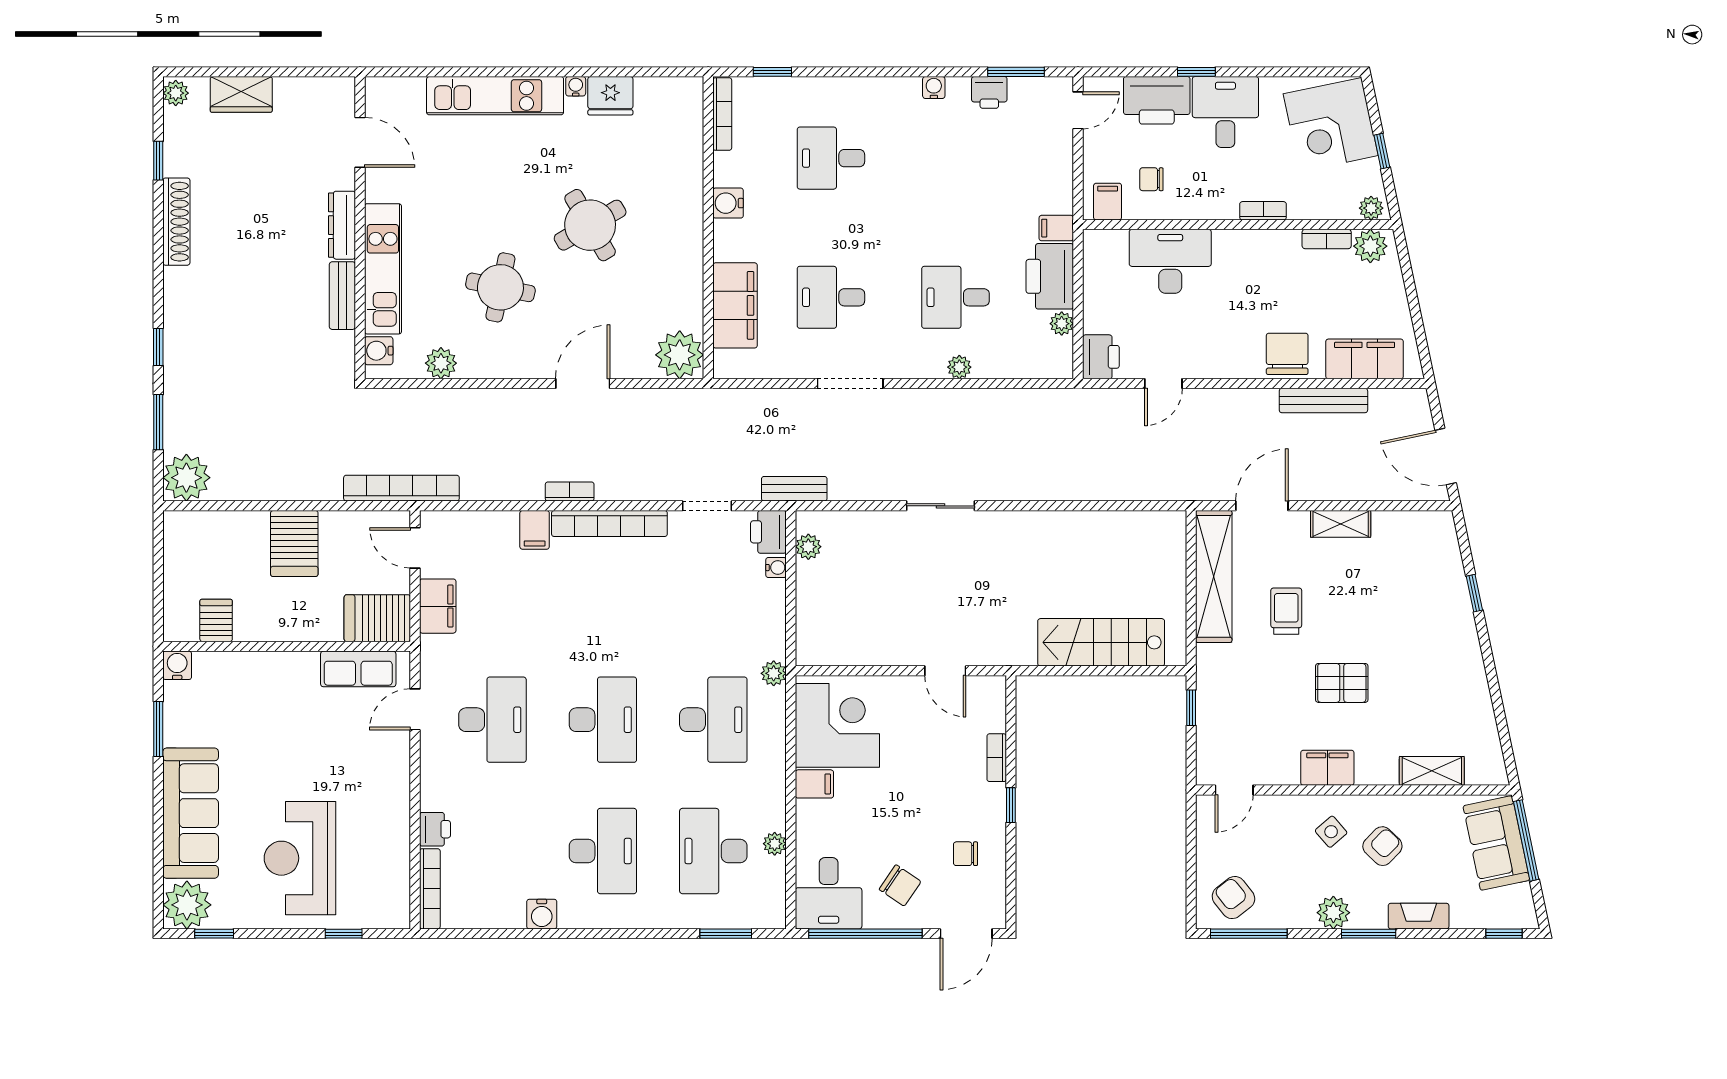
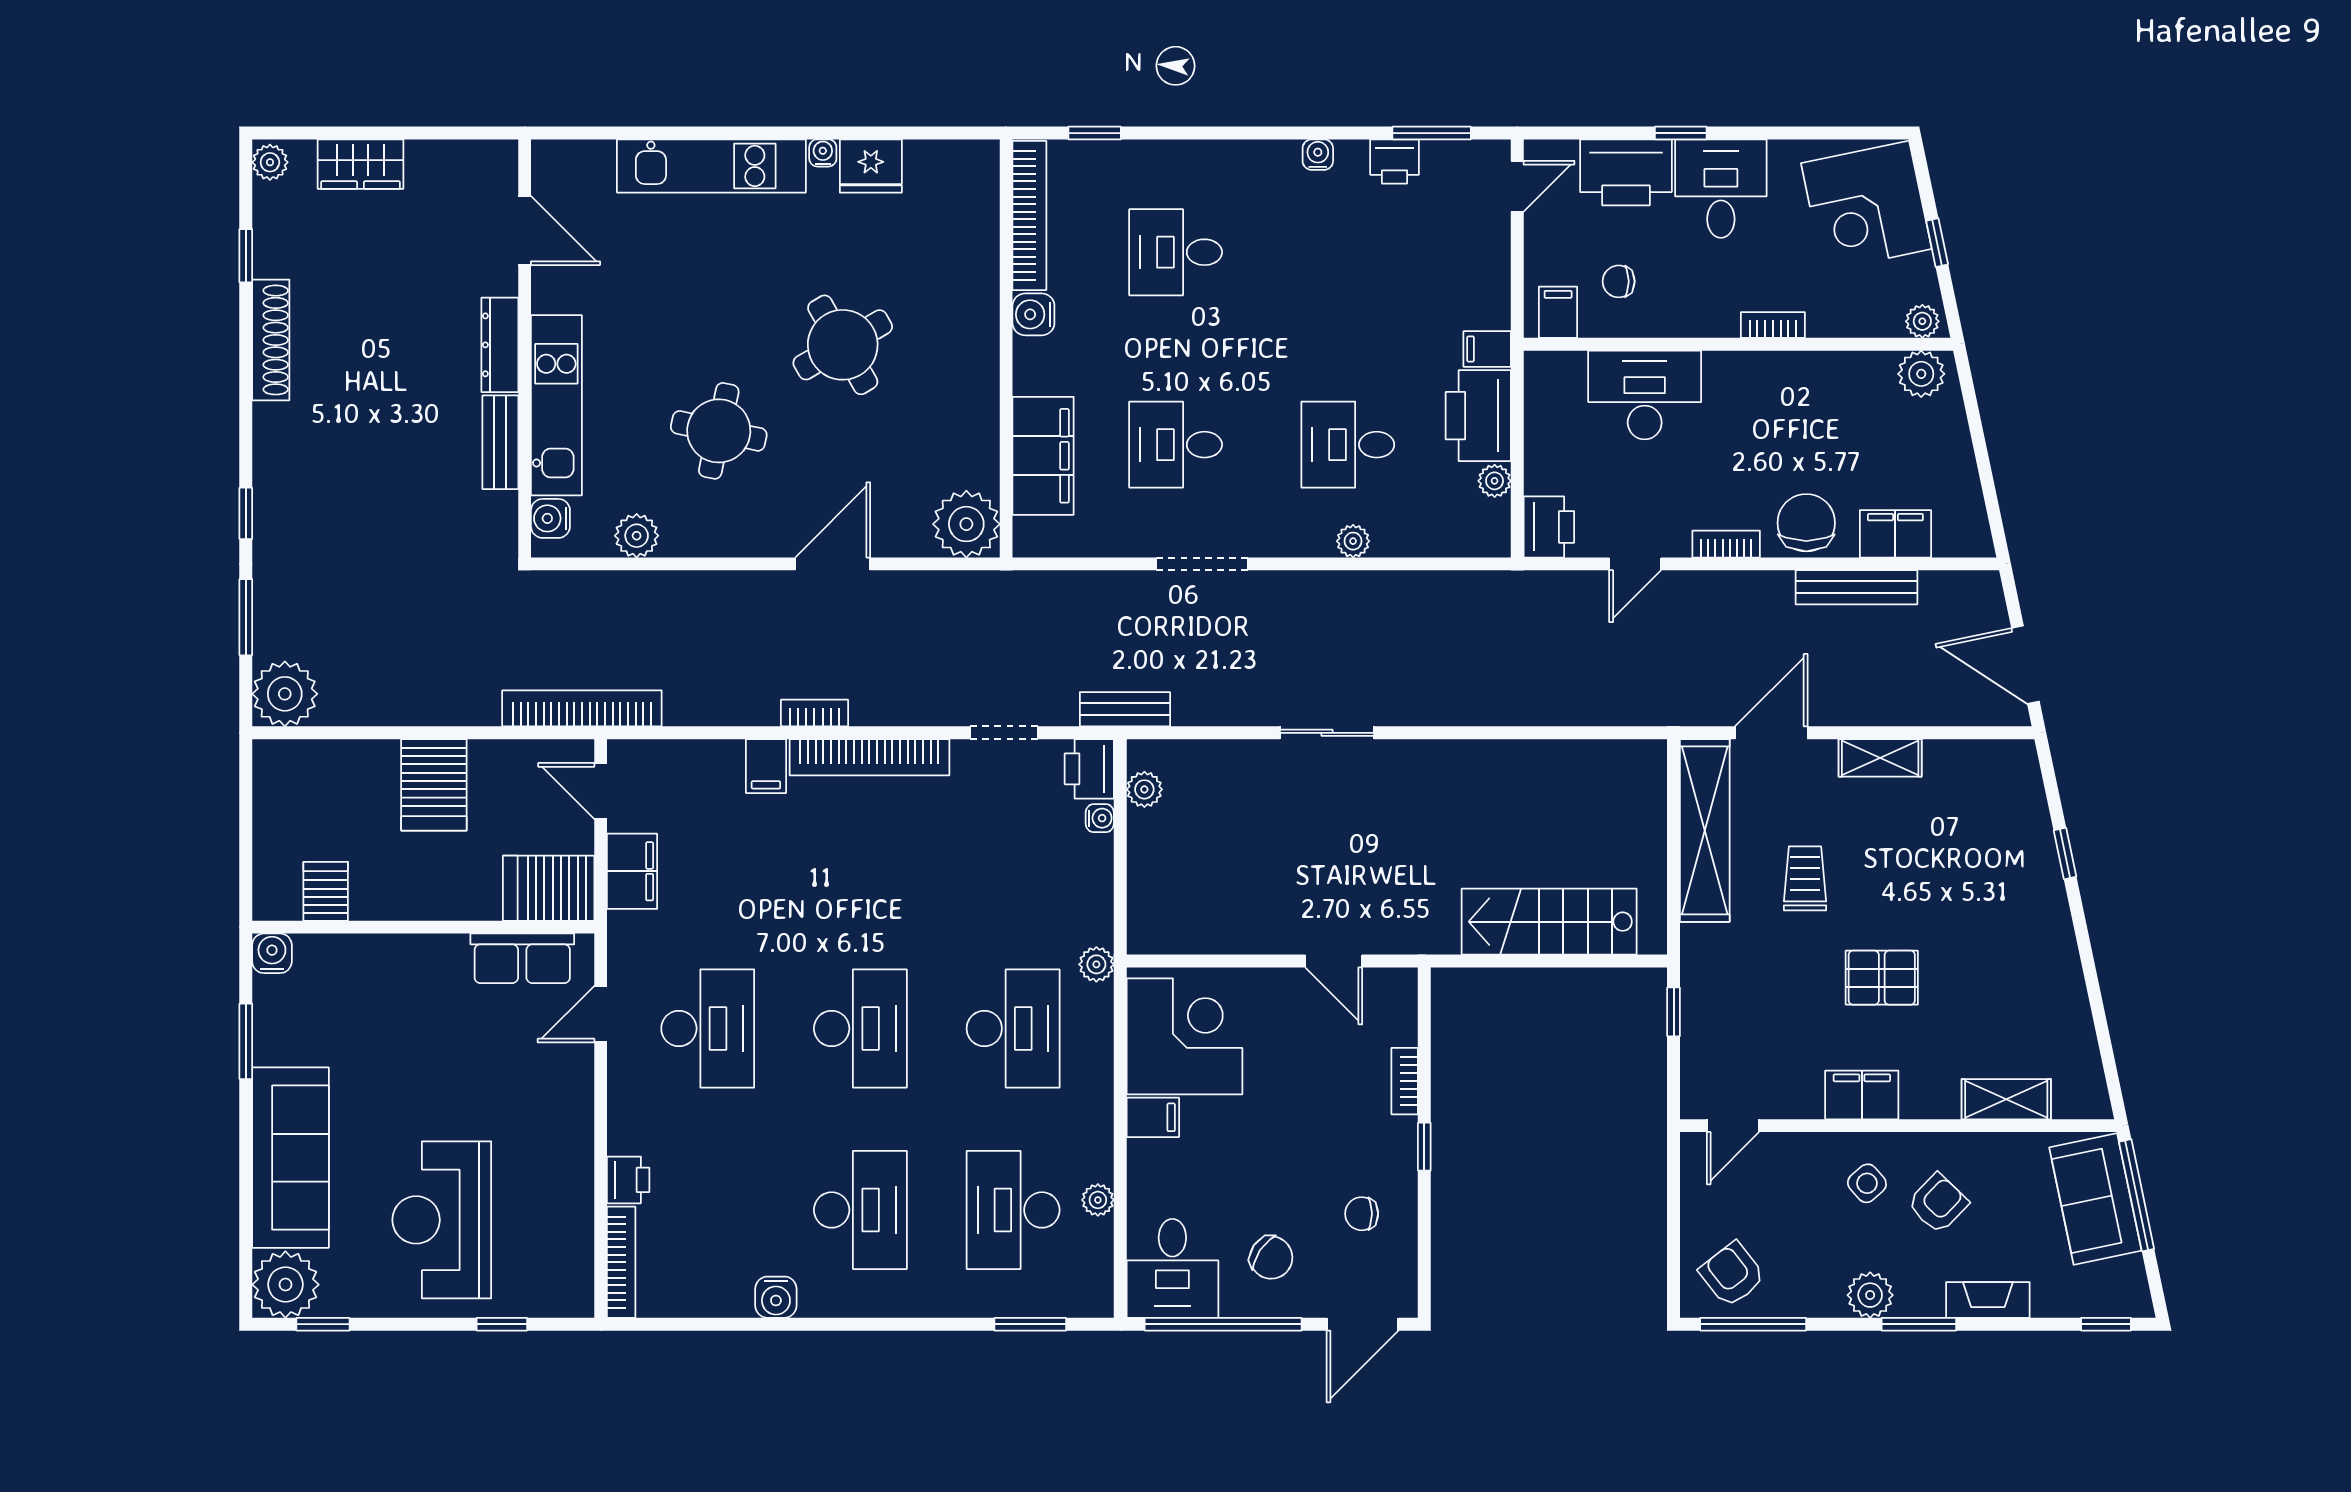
bookcase: (722, 114) -> (1029, 215), width x1.48, depth x1.31
bookcase: (1327, 239) -> (1726, 544), moved, turned 180
filing cabinet: (1365, 359) -> (1895, 534), width x0.67, depth x0.86

